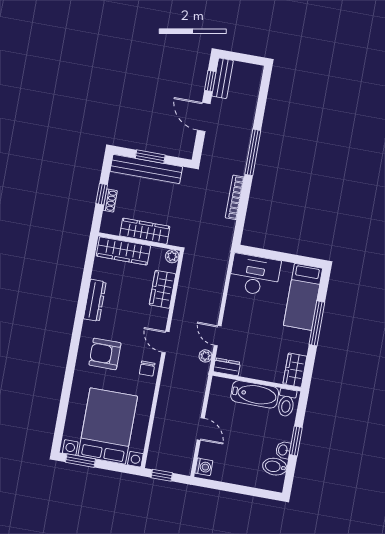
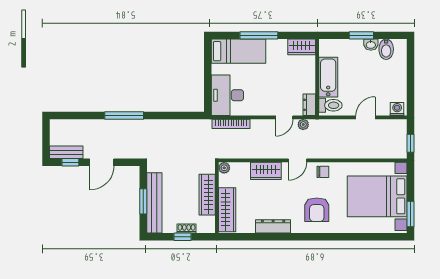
bookcase: (235, 197) -> (231, 124), moved
wardrobe: (162, 289) -> (266, 171), moved
toilet: (287, 403) -> (330, 105), moved

